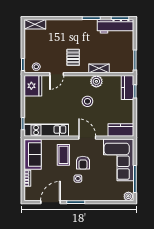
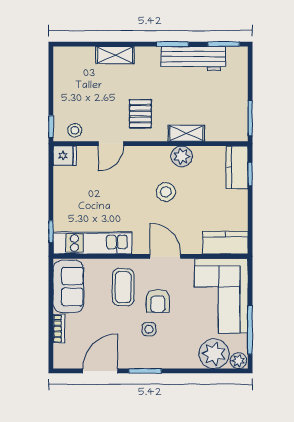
shelving: (35, 24) -> (115, 55), moved
workbench: (116, 26) -> (193, 58), moved
fridge: (33, 86) -> (65, 156), width x0.53, depth x0.75
plant: (115, 192) -> (214, 354), added

